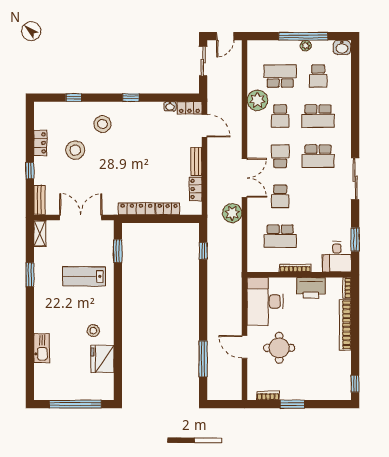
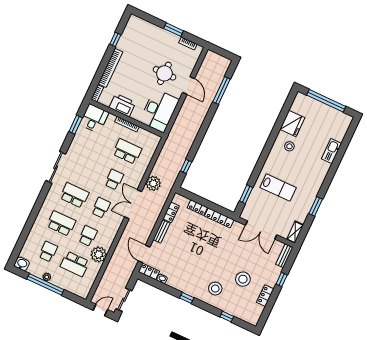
school desk: (280, 156) -> (101, 208), turned 180
window: (355, 384) -> (115, 39), moved

